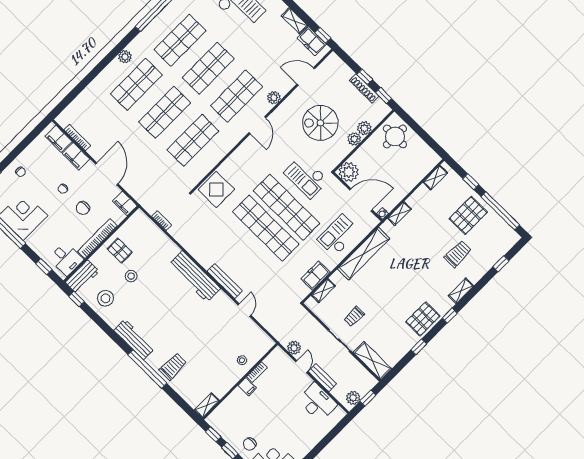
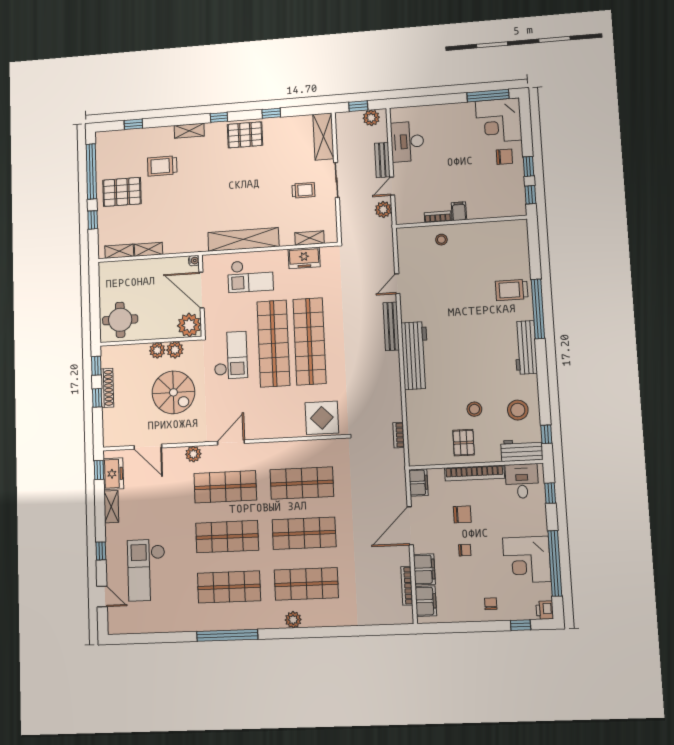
plant: (364, 128) -> (175, 350), moved
shelving: (399, 214) -> (148, 249), moved
shelving: (207, 405) -> (512, 227), removed

